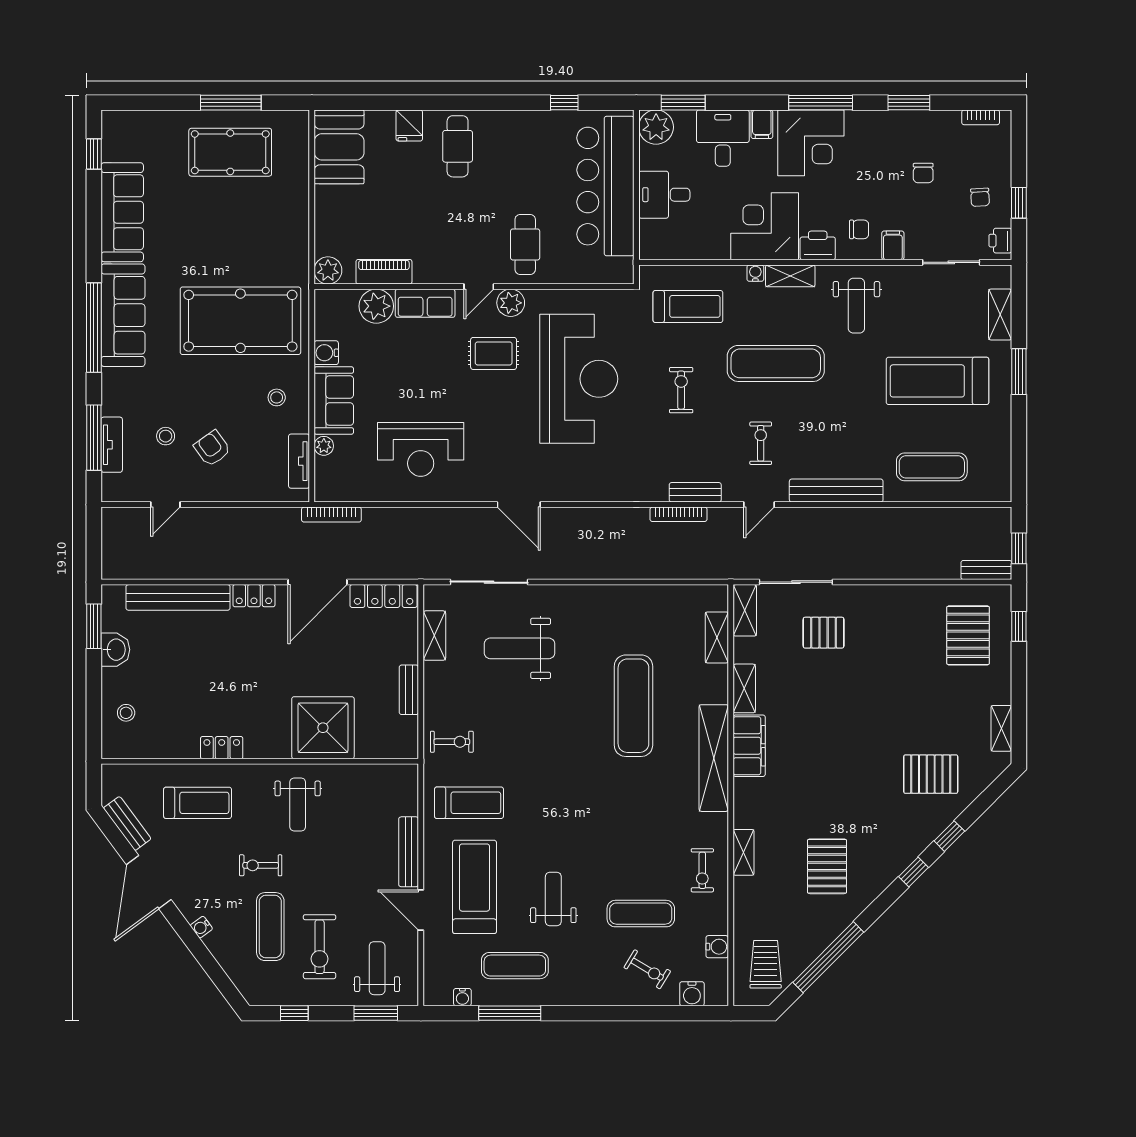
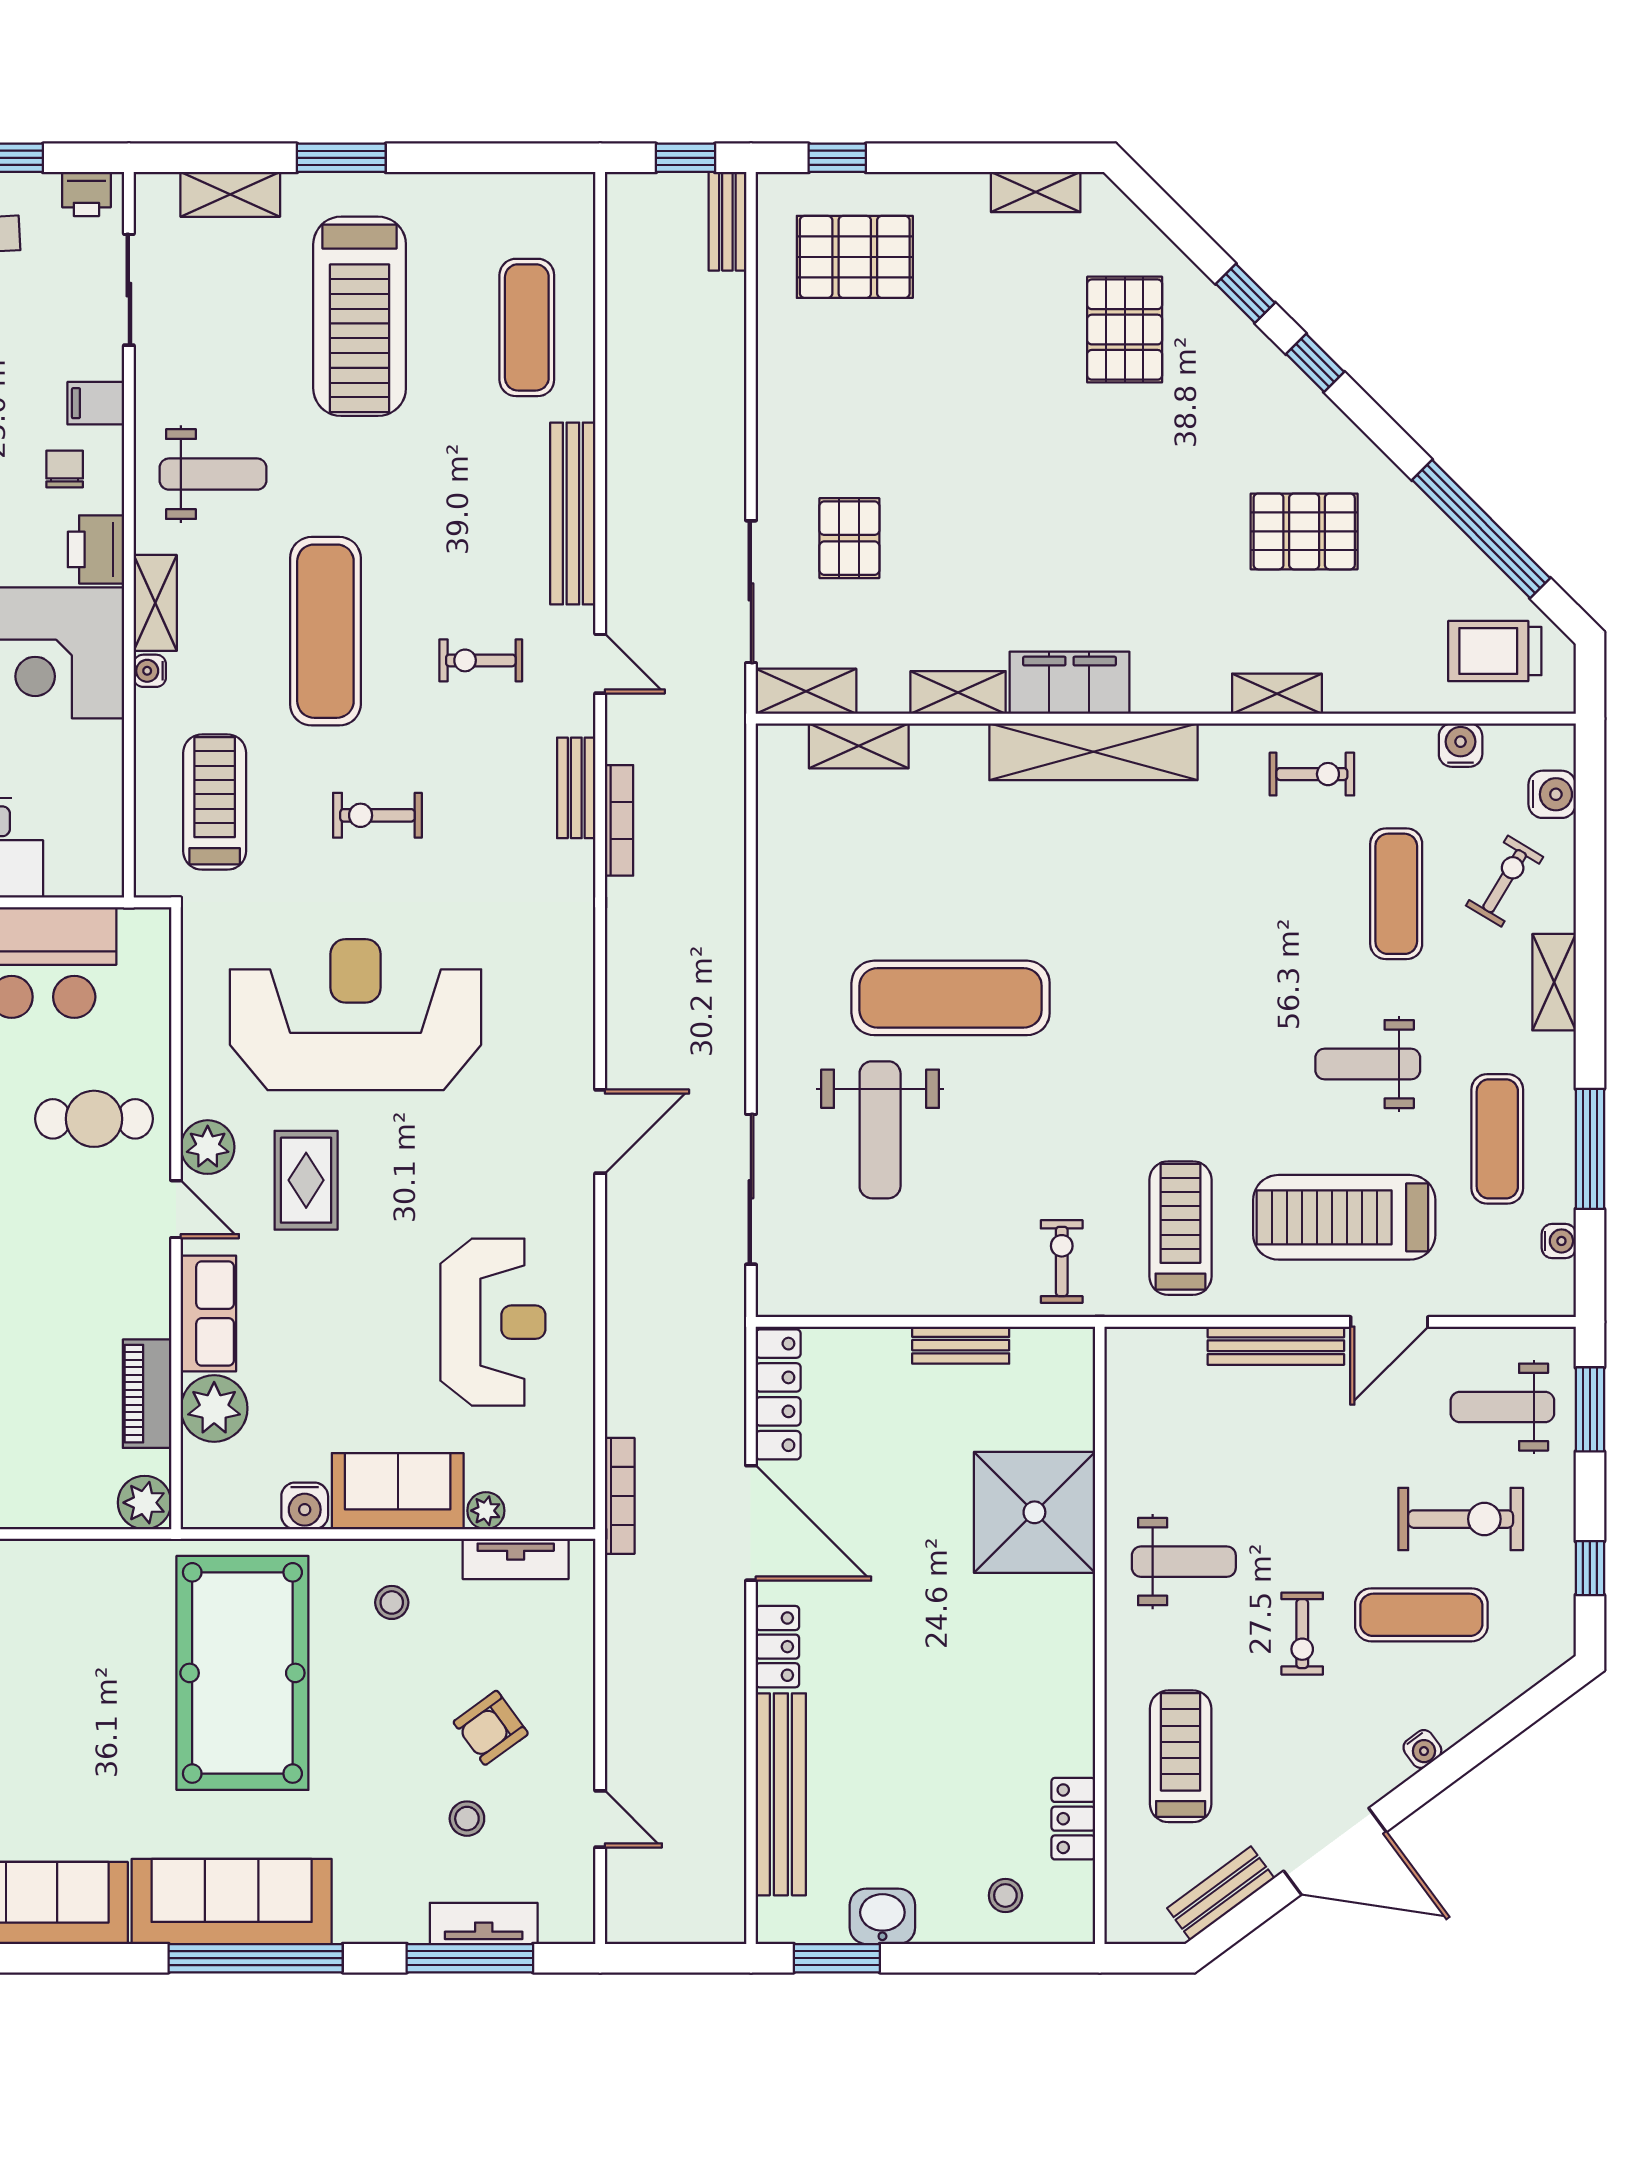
shelving: (434, 636) -> (1554, 982), moved, turned 90
exercise mat: (633, 706) -> (951, 998), moved
locker: (222, 748) -> (1073, 1819), moved

